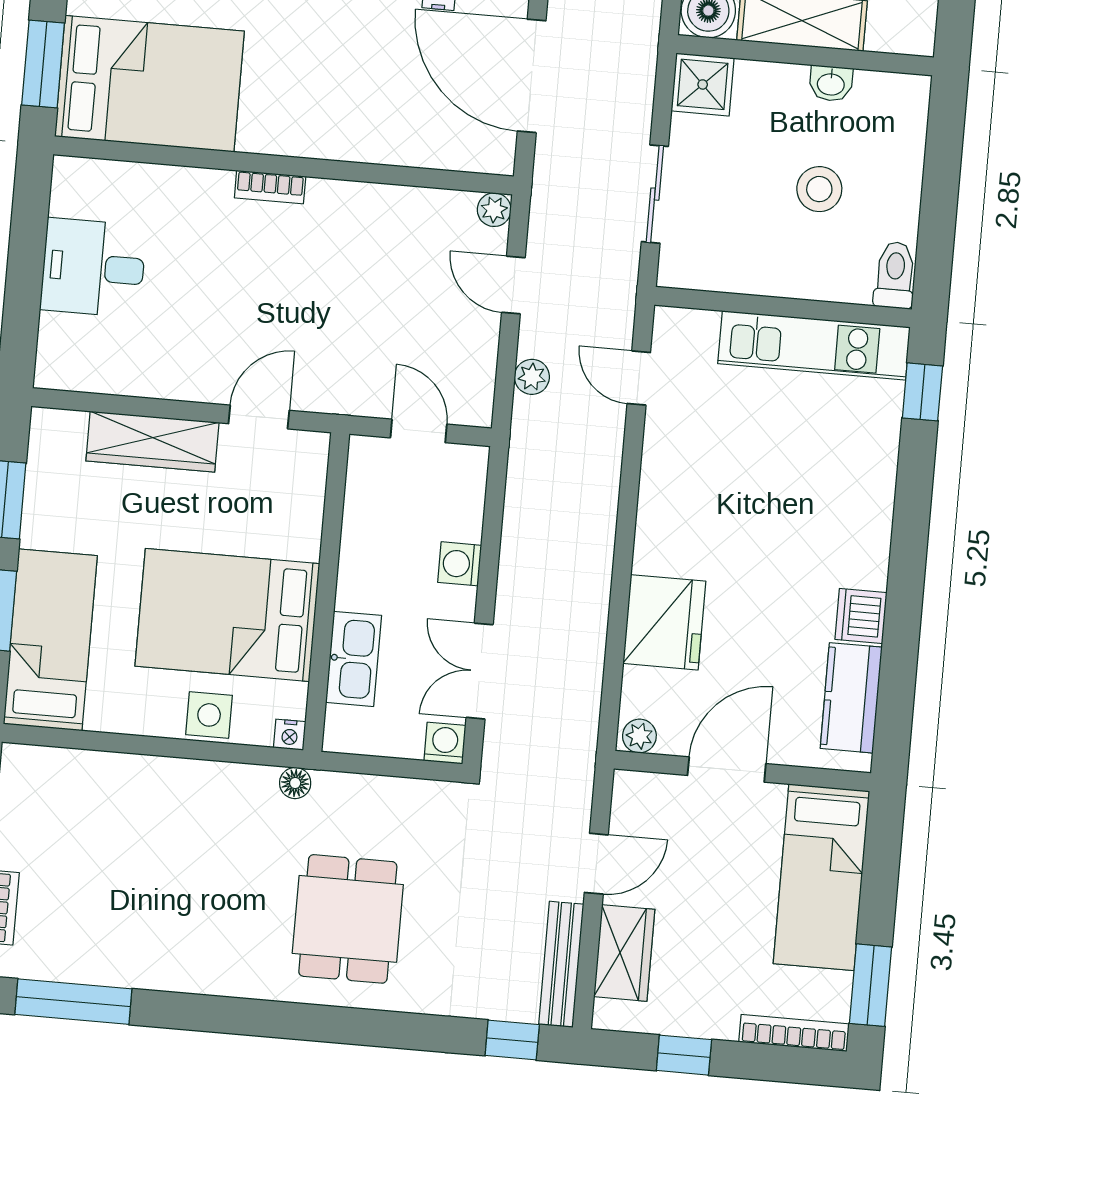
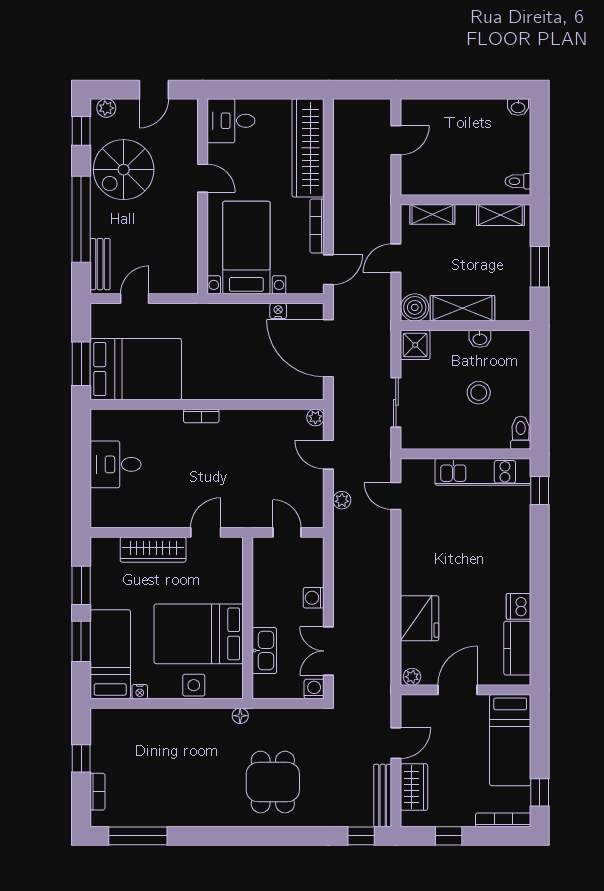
nightstand: (290, 735) -> (140, 692), moved
window: (871, 985) -> (540, 792), width x0.67

